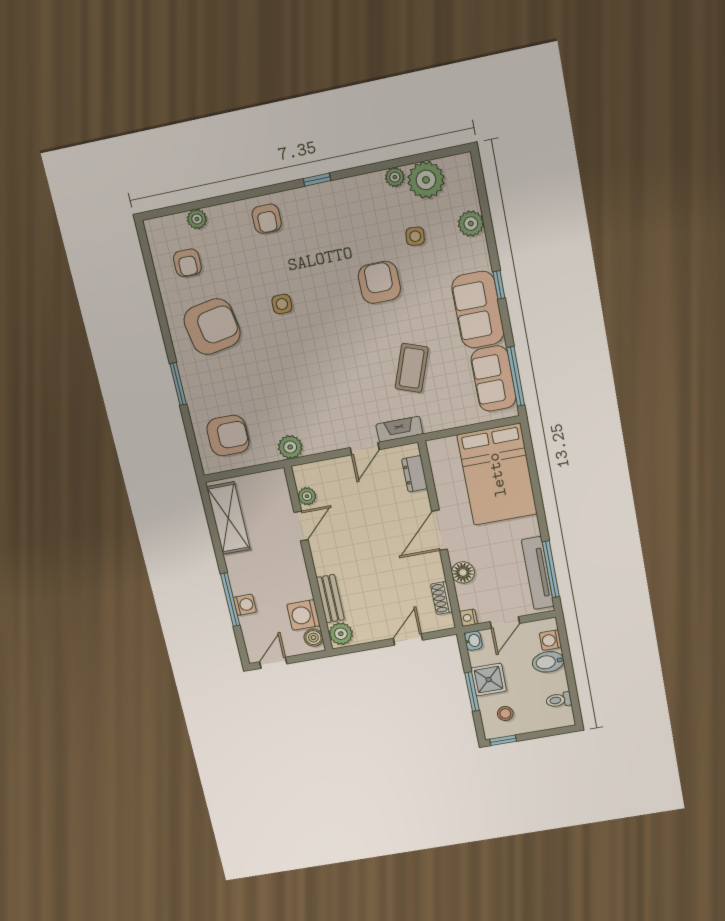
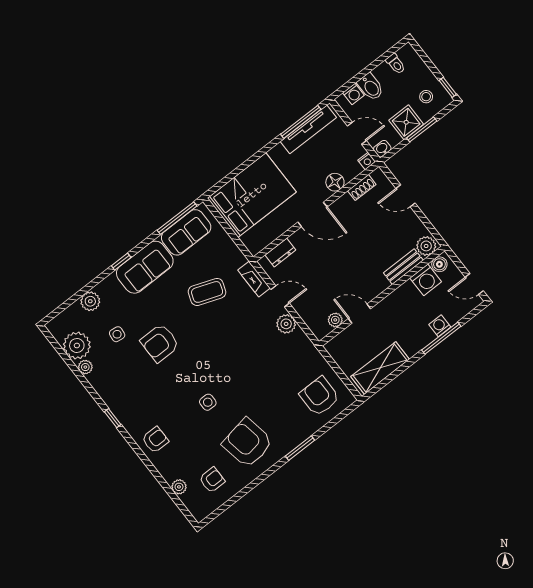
plant: (290, 447) -> (286, 324), moved

